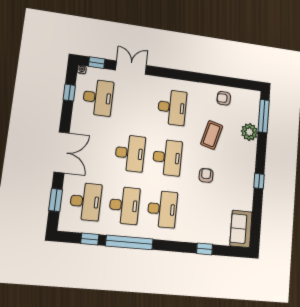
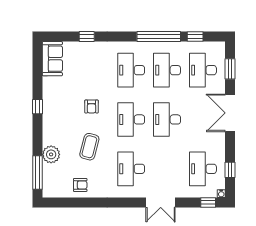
double door: (131, 68) -> (161, 202), moved

